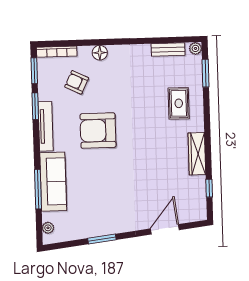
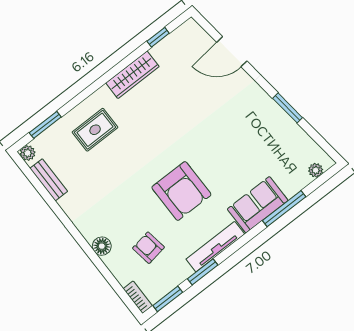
bookcase: (57, 52) -> (138, 297), width x0.64
armchair: (77, 82) -> (148, 248), turned 145
sofa: (53, 182) -> (258, 205), width x0.73

